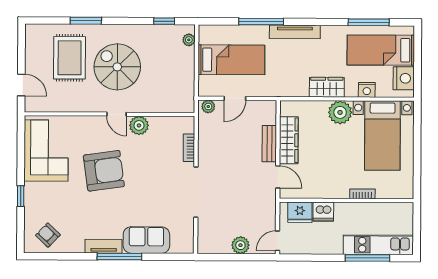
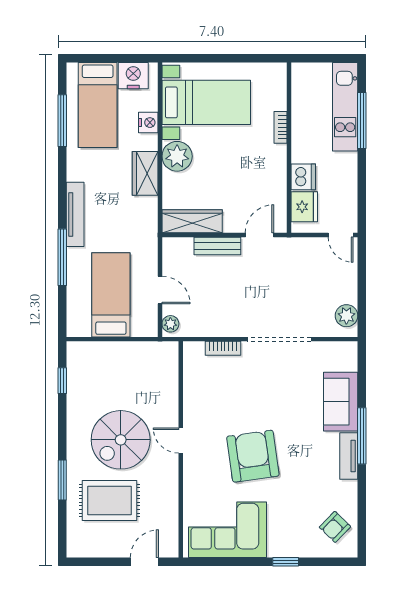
plant: (189, 40) -> (86, 349), removed
door: (117, 114) -> (181, 440), swing flipped
plant: (139, 125) -> (195, 412), removed
wardrobe: (289, 140) -> (192, 221), moved
plant: (240, 245) -> (346, 316), moved

